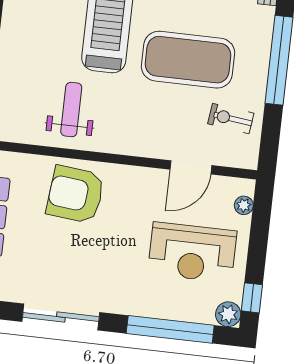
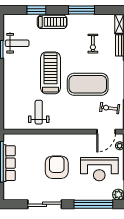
door: (191, 167) -> (106, 132), moved
armchair: (75, 195) -> (57, 167), moved, turned 84

